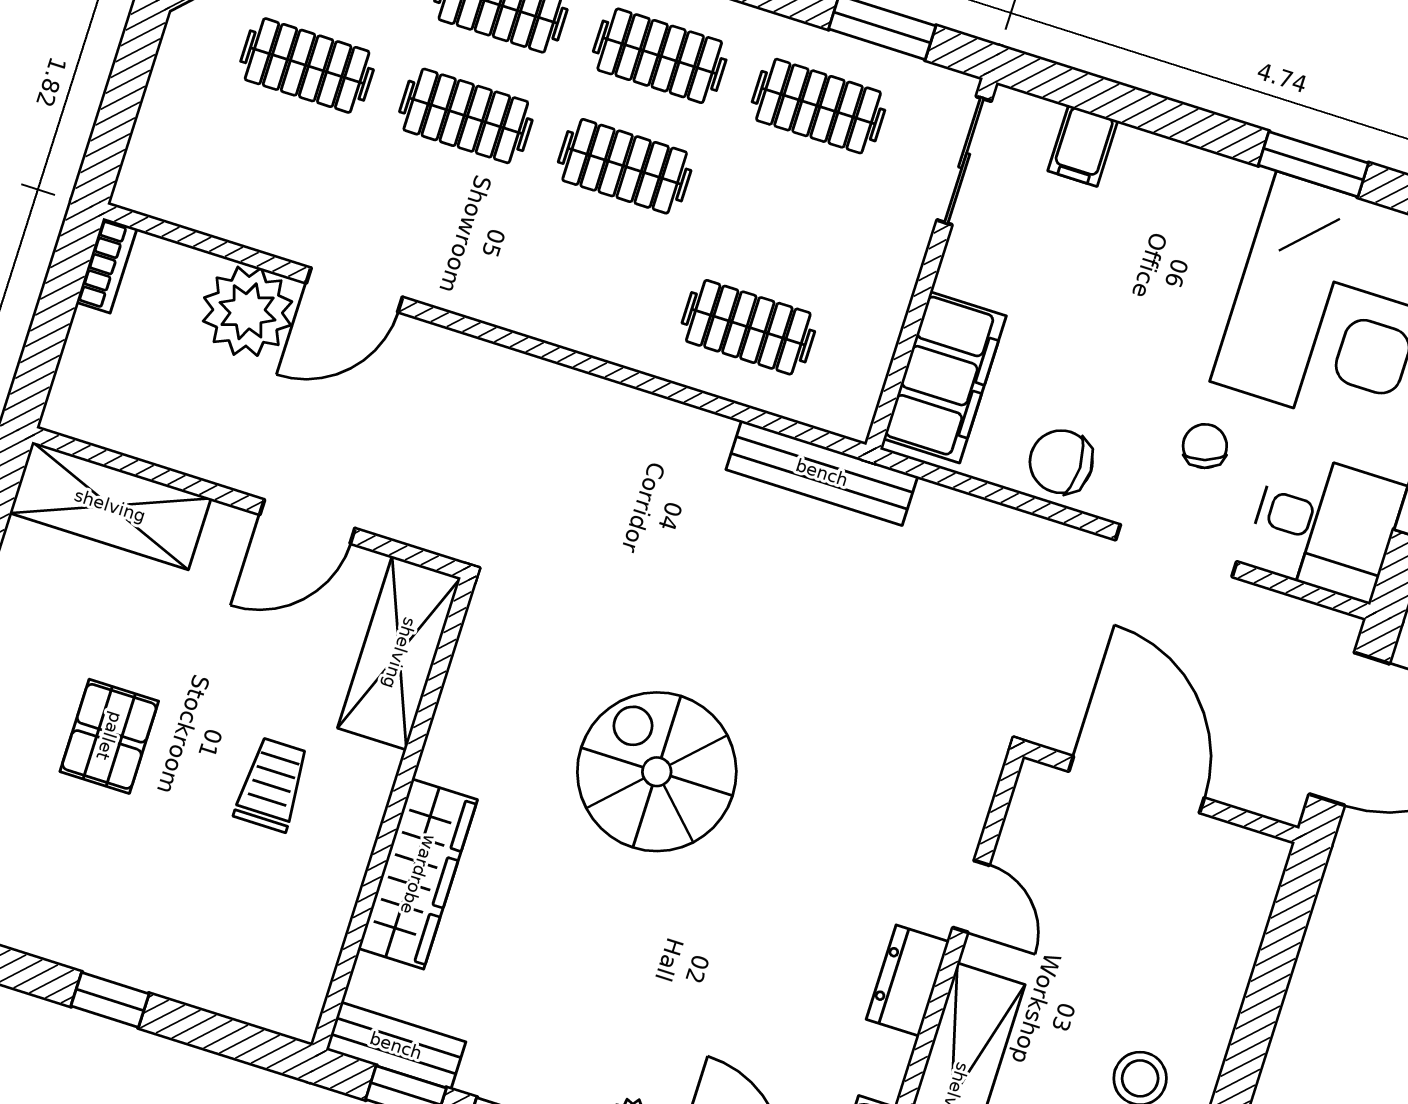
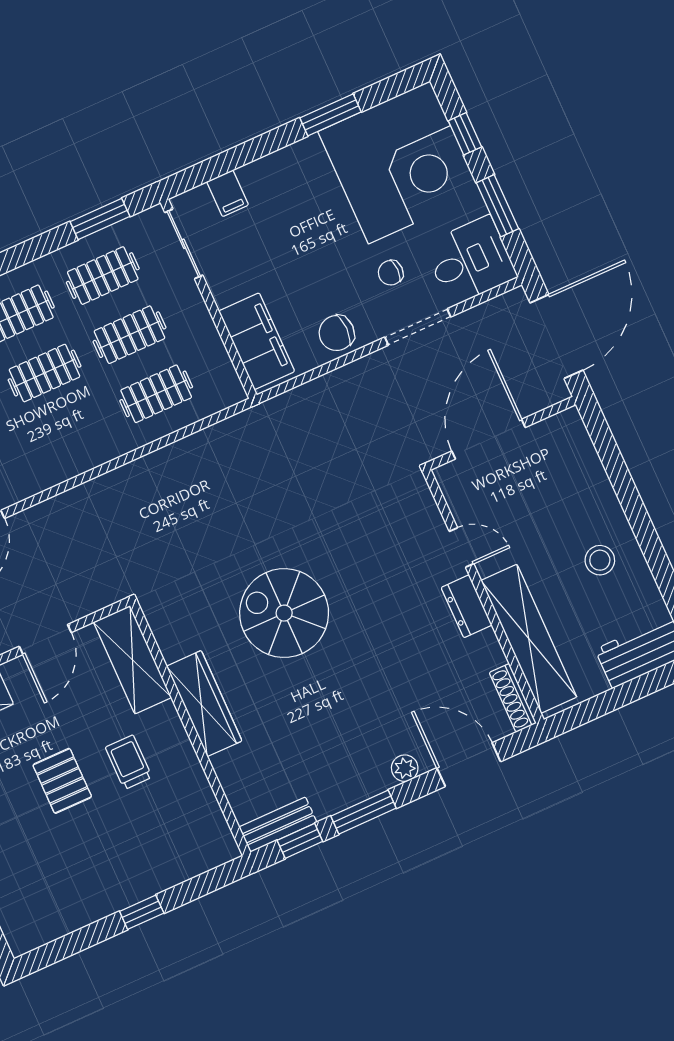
clothes rail: (783, 217) -> (129, 335), added
chair: (1205, 446) -> (391, 273), turned -73
bench: (822, 473) -> (241, 427), removed
pallet: (109, 736) -> (62, 781), moved
door: (1136, 785) -> (489, 439), hinge flipped
wardrobe: (418, 874) -> (204, 704), moved

